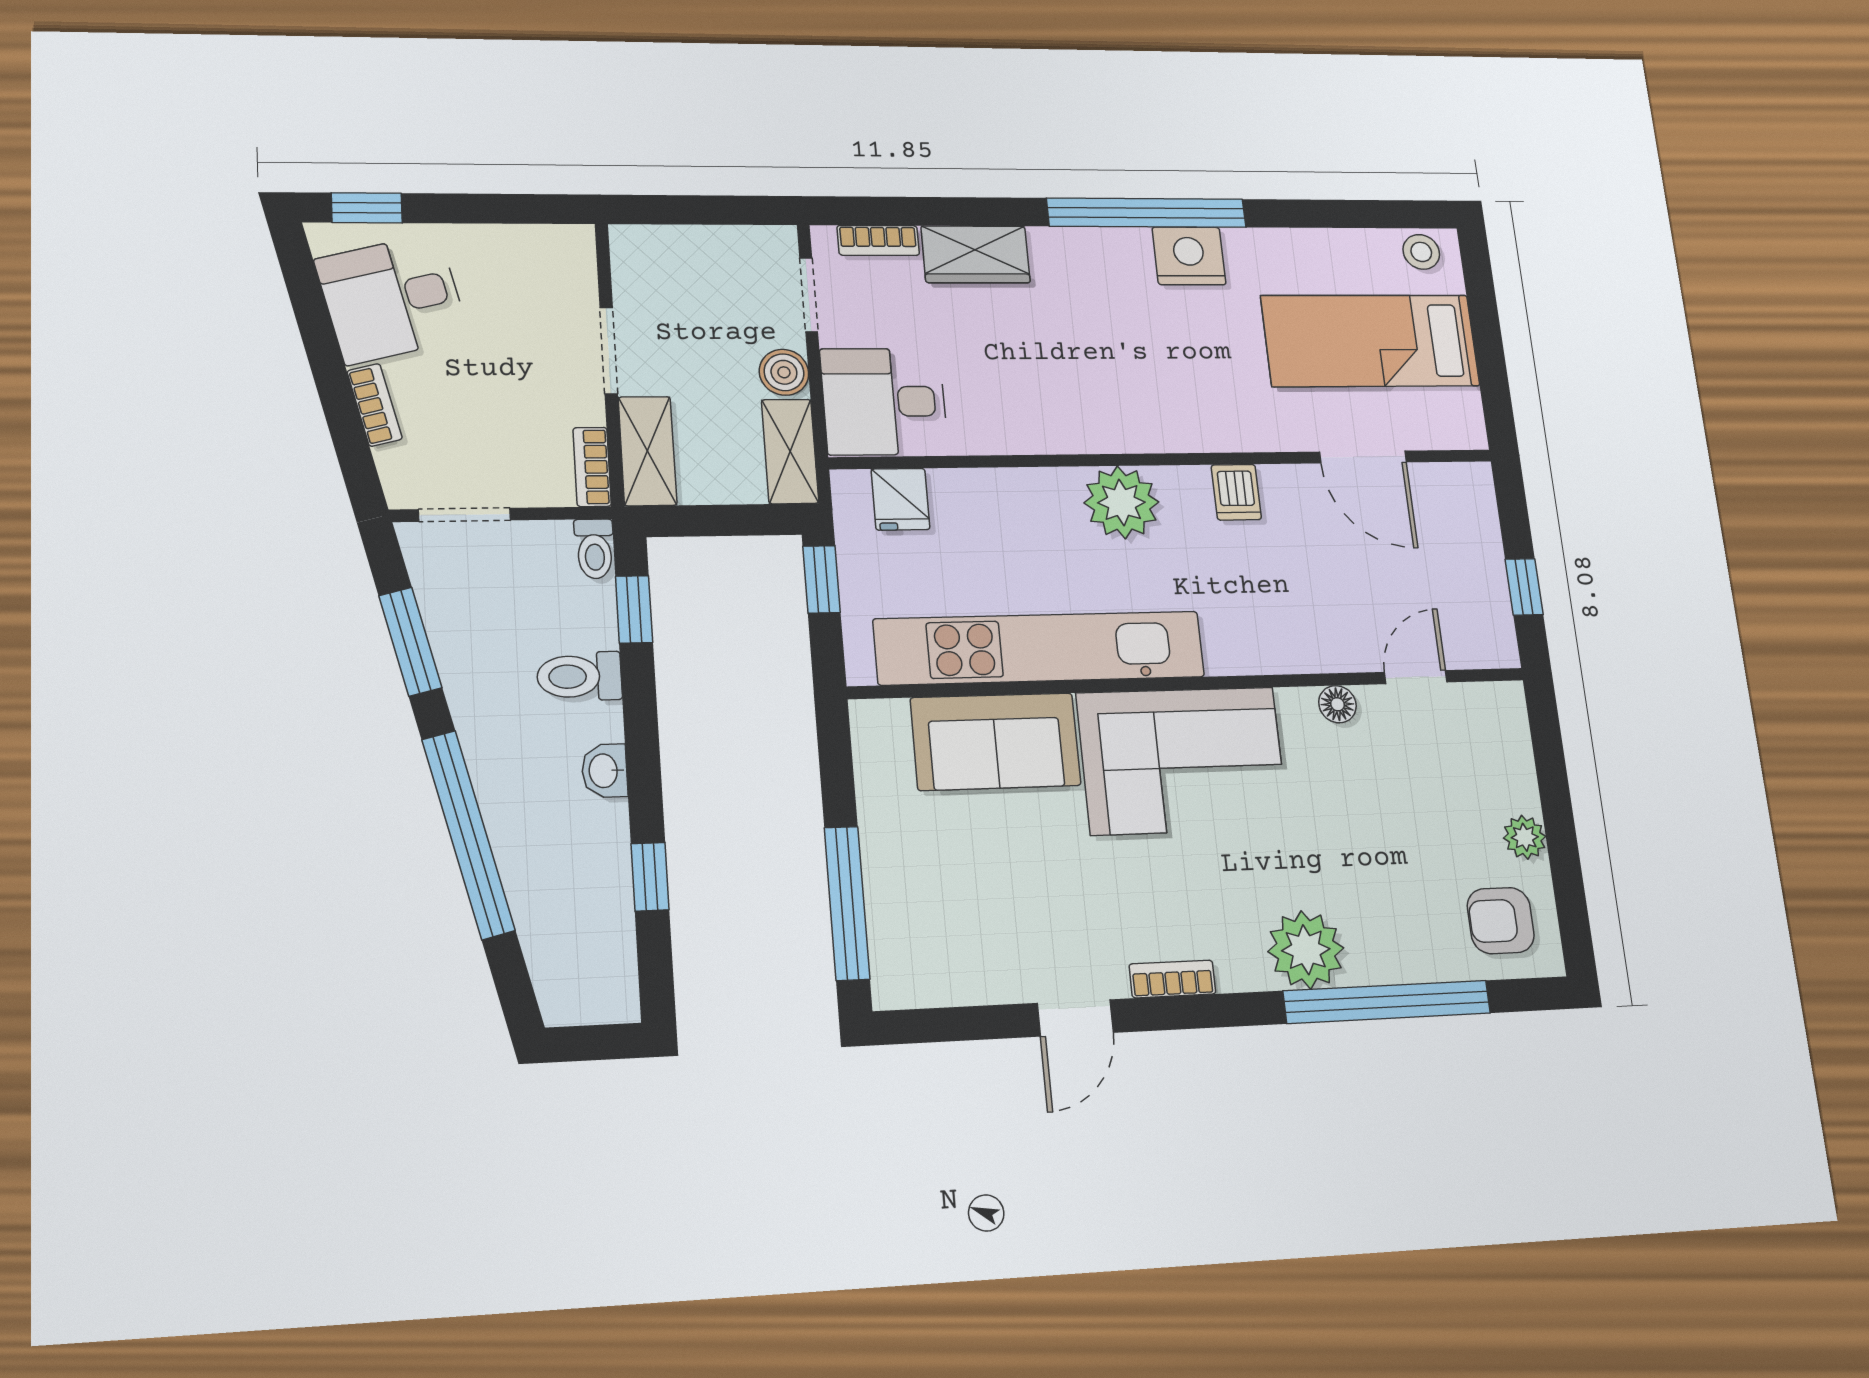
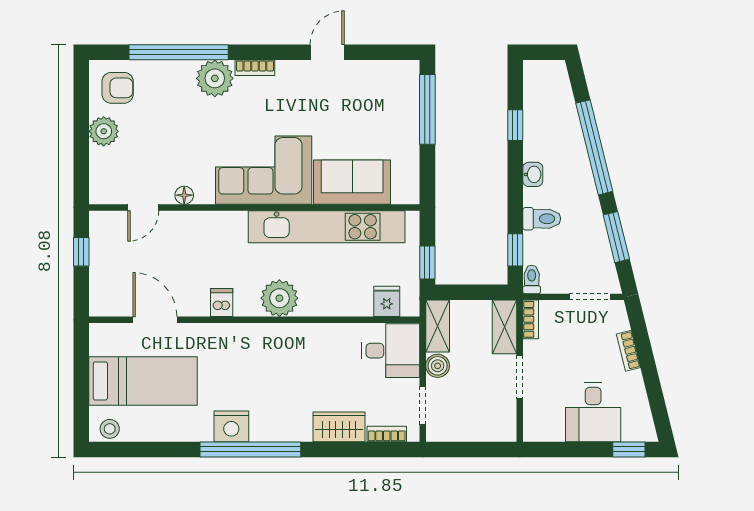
desk: (392, 299) -> (593, 412), moved, turned 104
plant: (1525, 837) -> (104, 131), width x1.38, depth x1.38
bookcase: (1172, 979) -> (255, 68), moved

